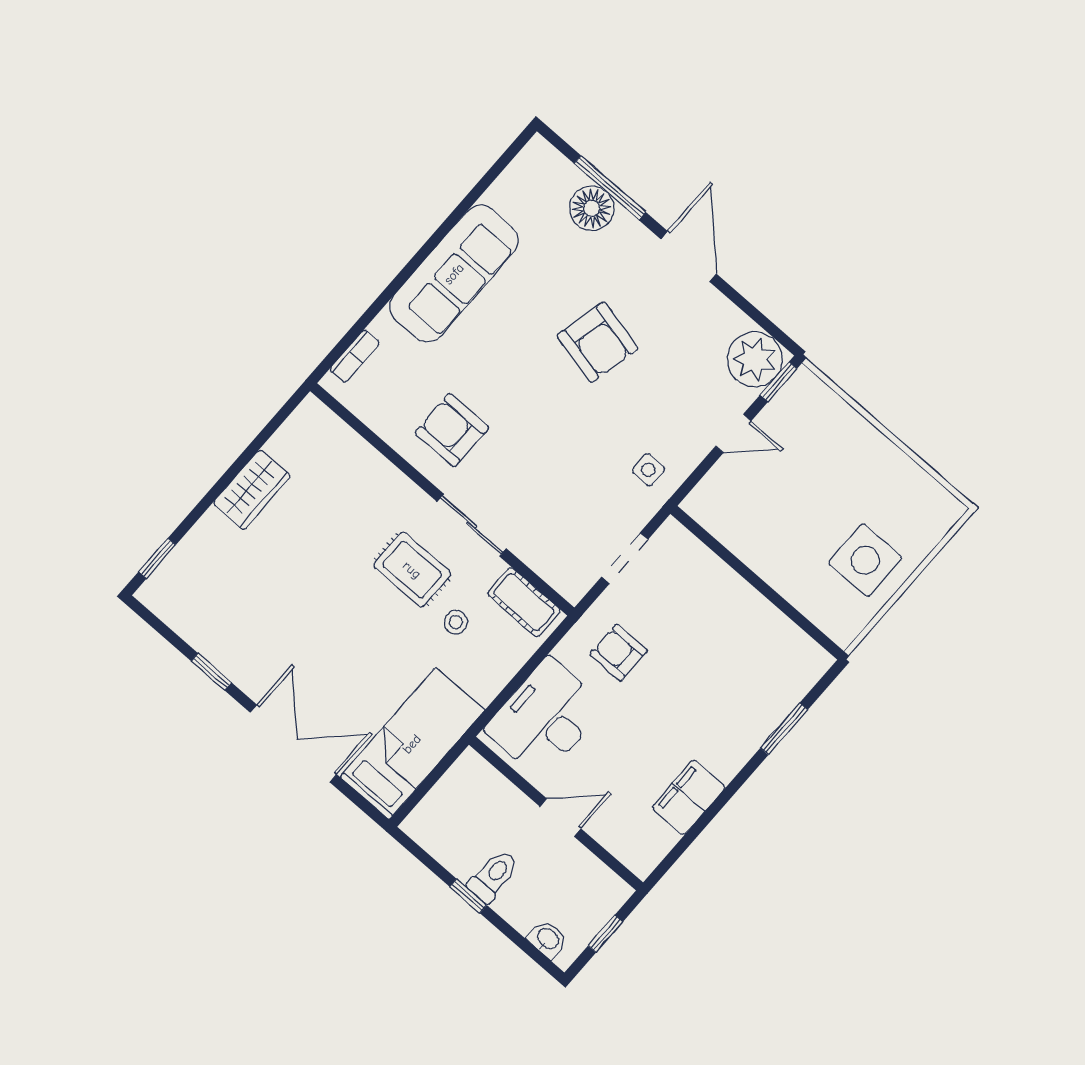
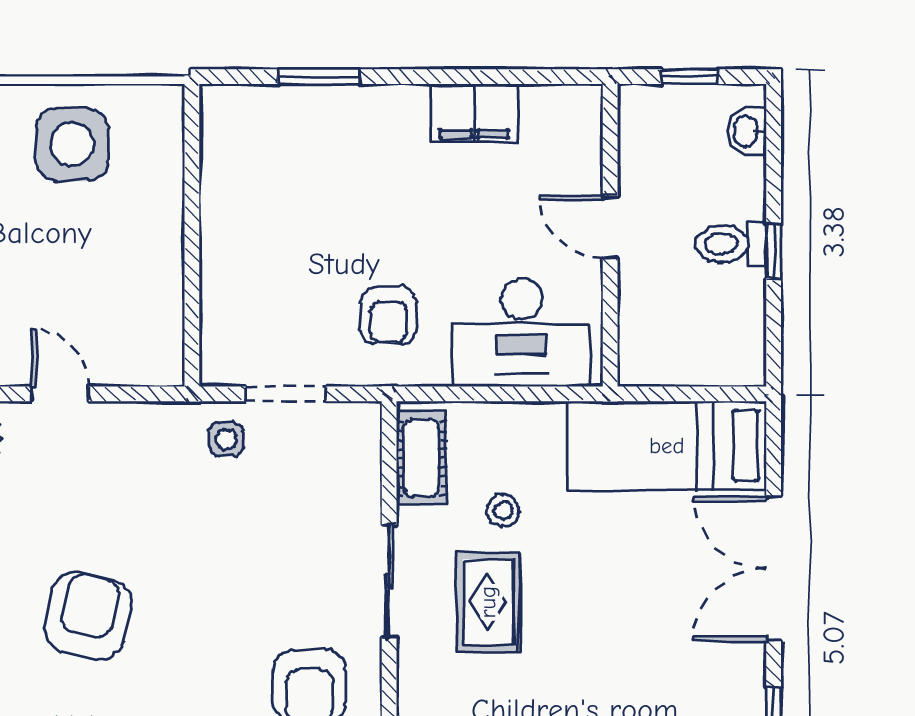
side table: (648, 470) -> (226, 439), moved

